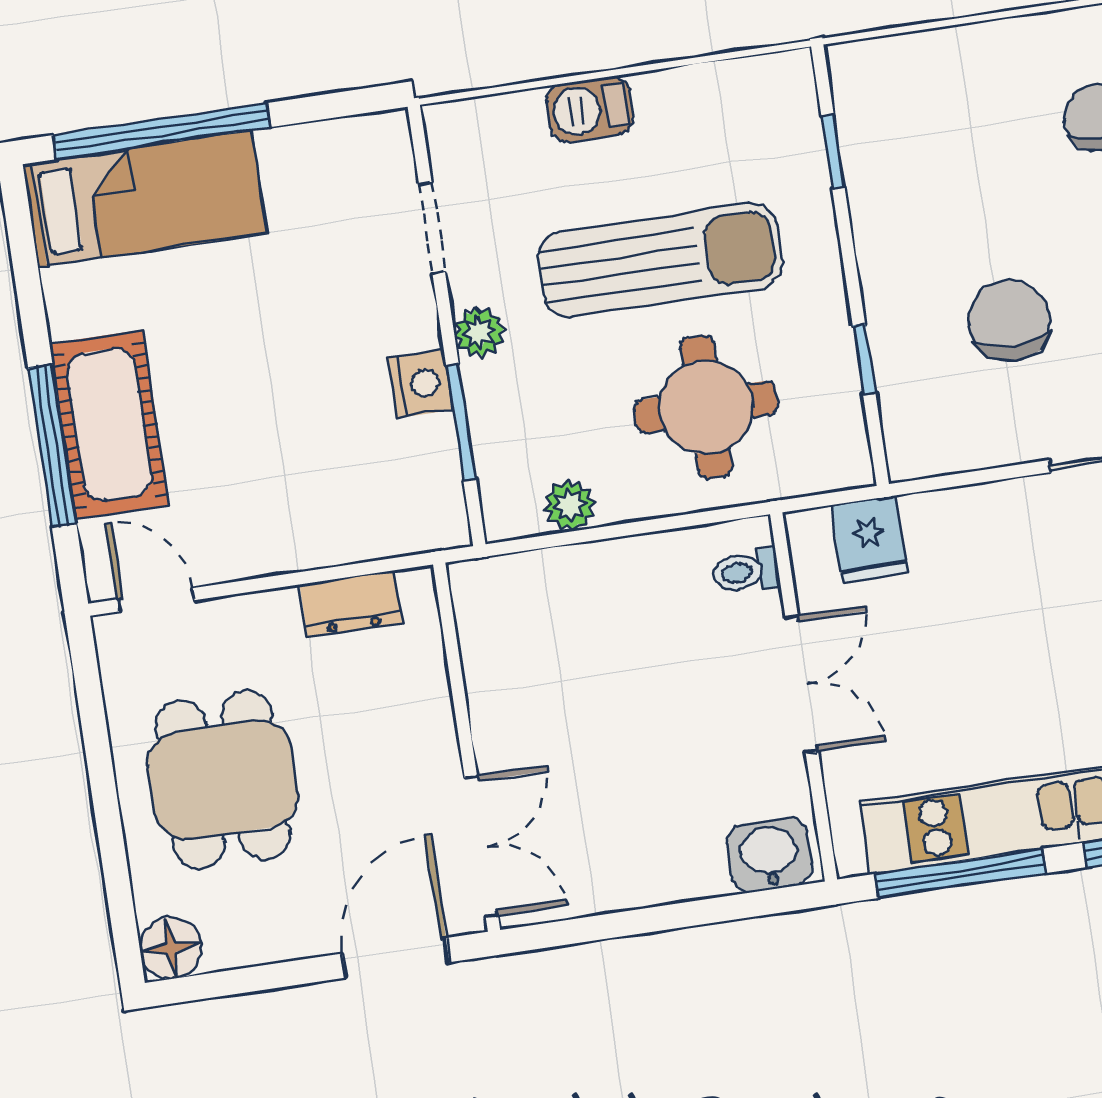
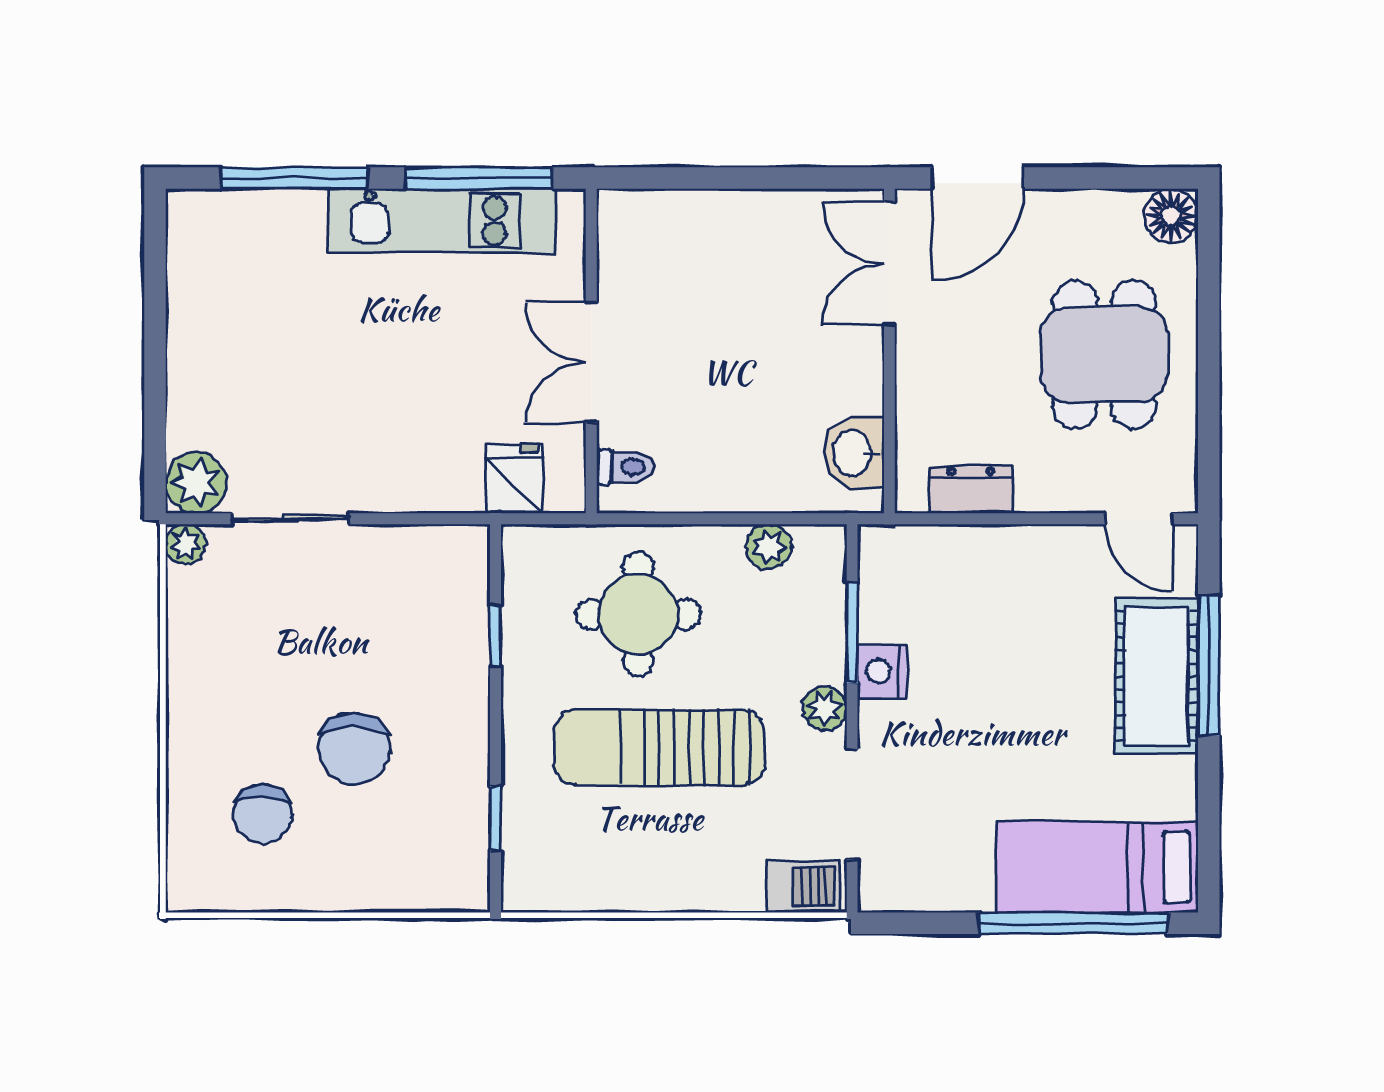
barbecue: (590, 109) -> (803, 887), moved
doorway: (432, 228) -> (852, 805), width x1.38
chair: (1009, 320) -> (354, 749), moved
washbasin: (769, 855) -> (854, 453), moved, turned 90

